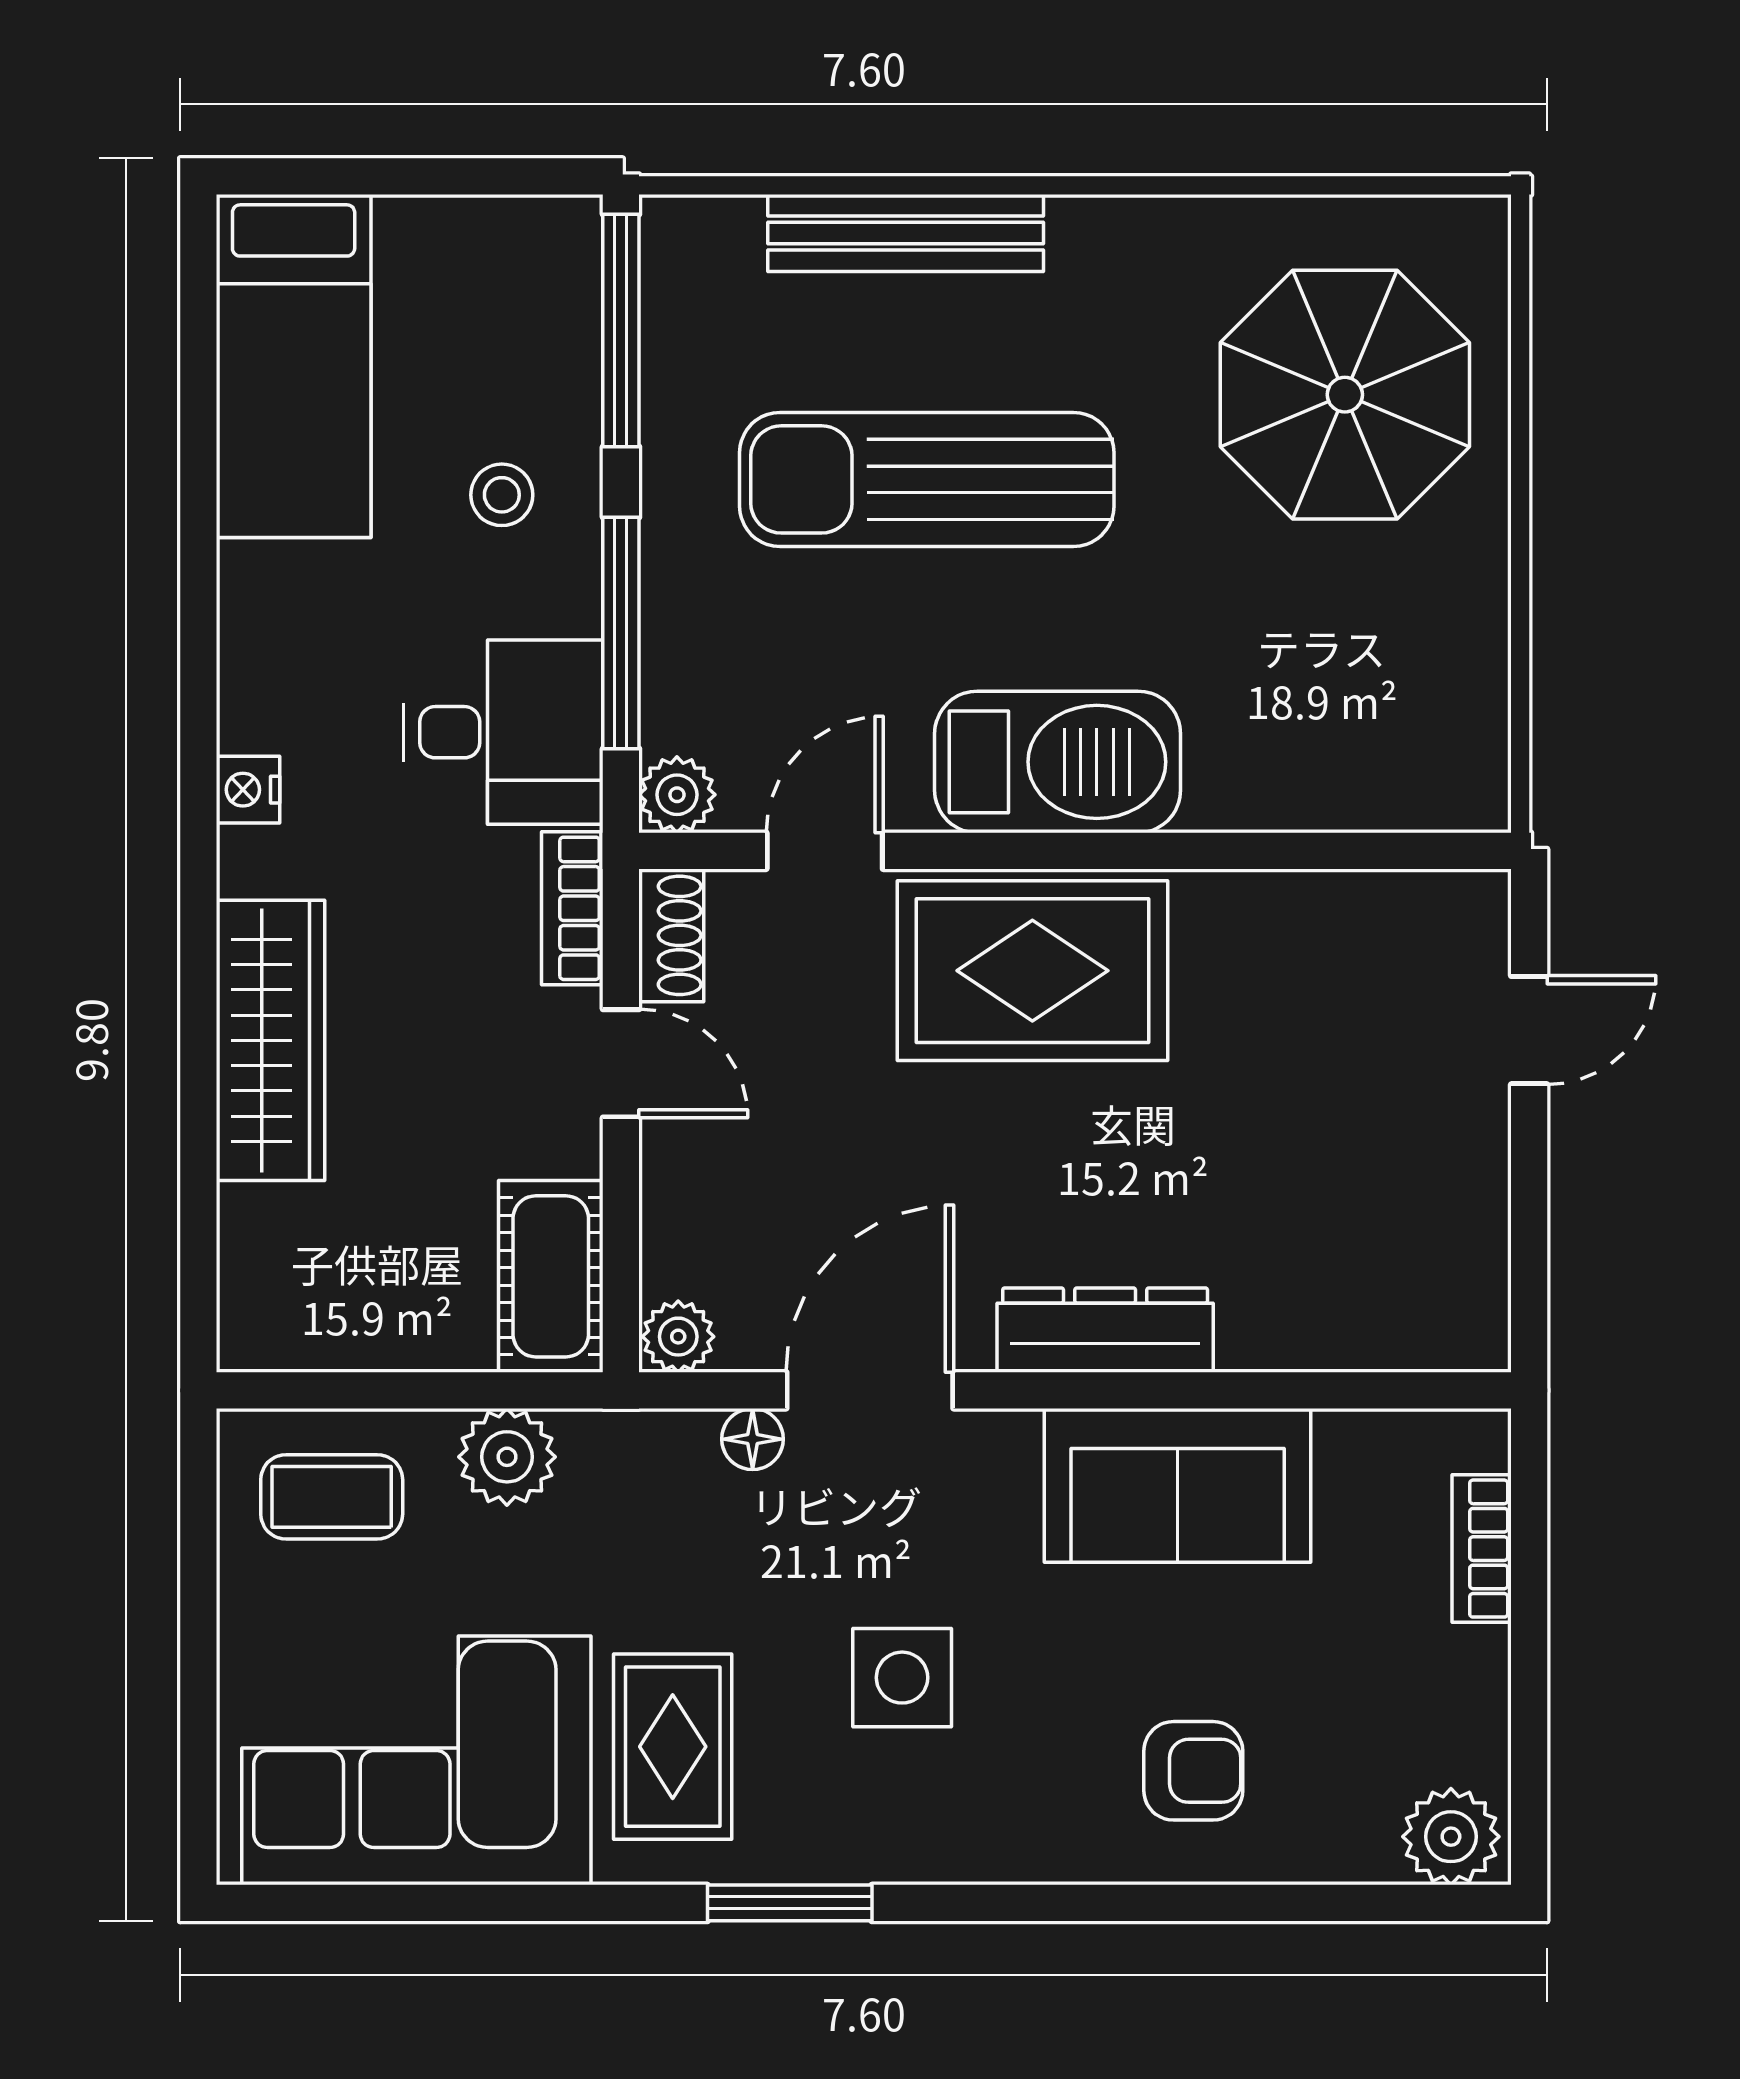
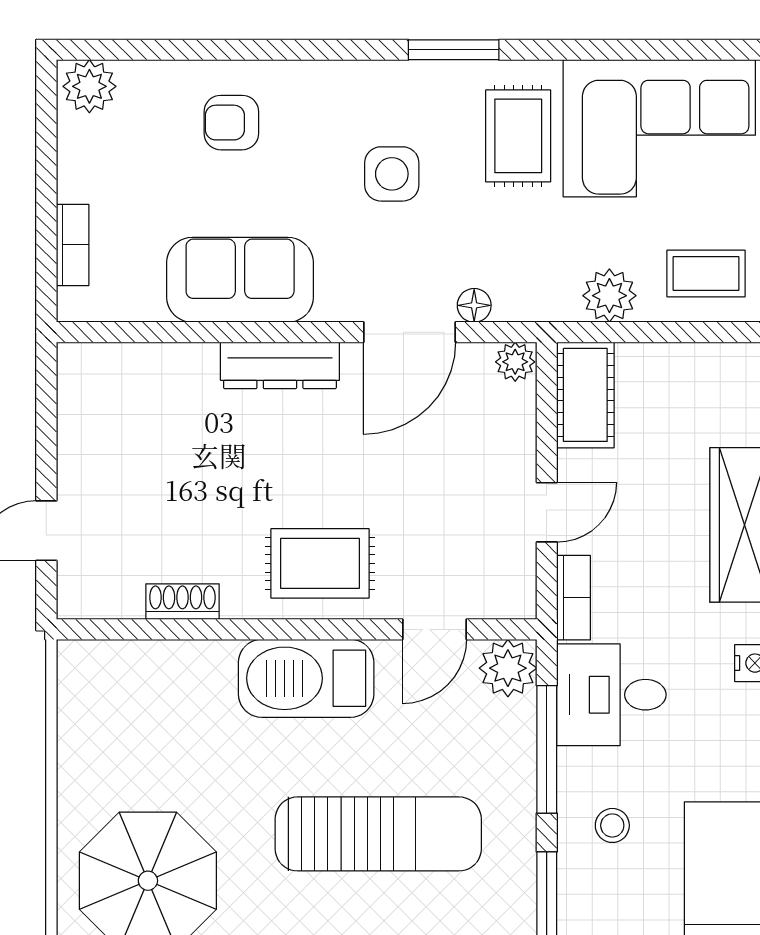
plant: (677, 795) -> (508, 668), width x1.38, depth x1.38
shoe rack: (671, 935) -> (182, 602), moved, turned 90
rug: (1032, 971) -> (320, 563), width x0.73, depth x0.70
door: (621, 1063) -> (547, 512), swing flipped

